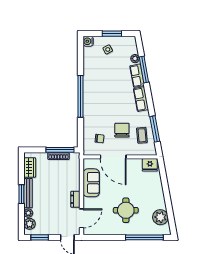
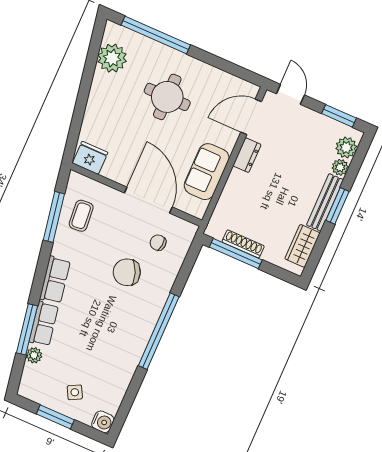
chair: (122, 130) -> (127, 272), moved, turned 69

